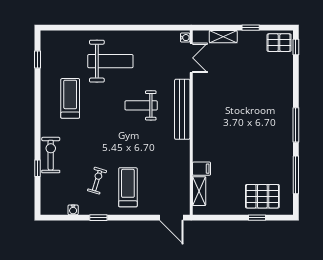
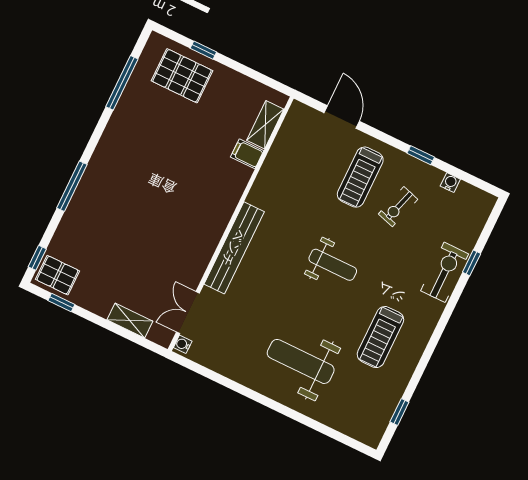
window: (251, 28) -> (61, 303), moved
weight bench: (141, 105) -> (333, 265), moved
window: (296, 125) -> (72, 186), moved
exercise bike: (51, 155) -> (445, 272), turned 180
door: (171, 218) -> (342, 117), moved

